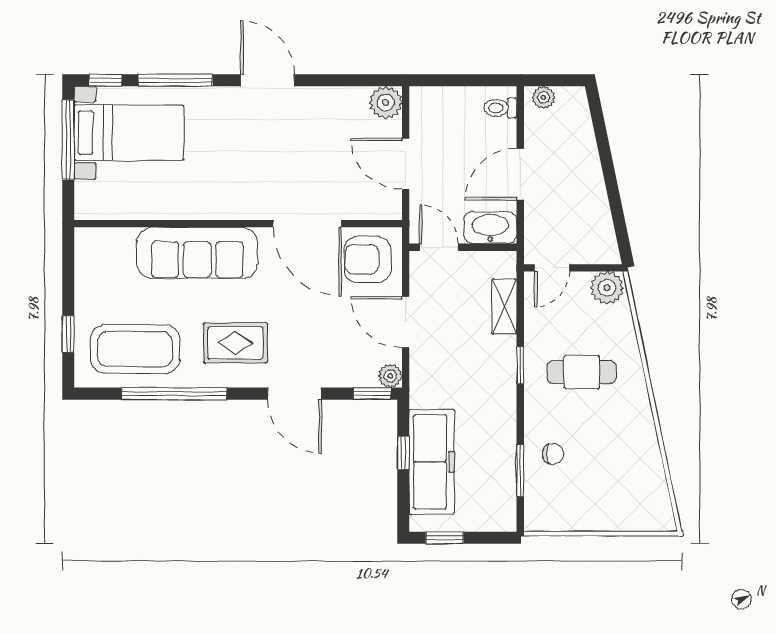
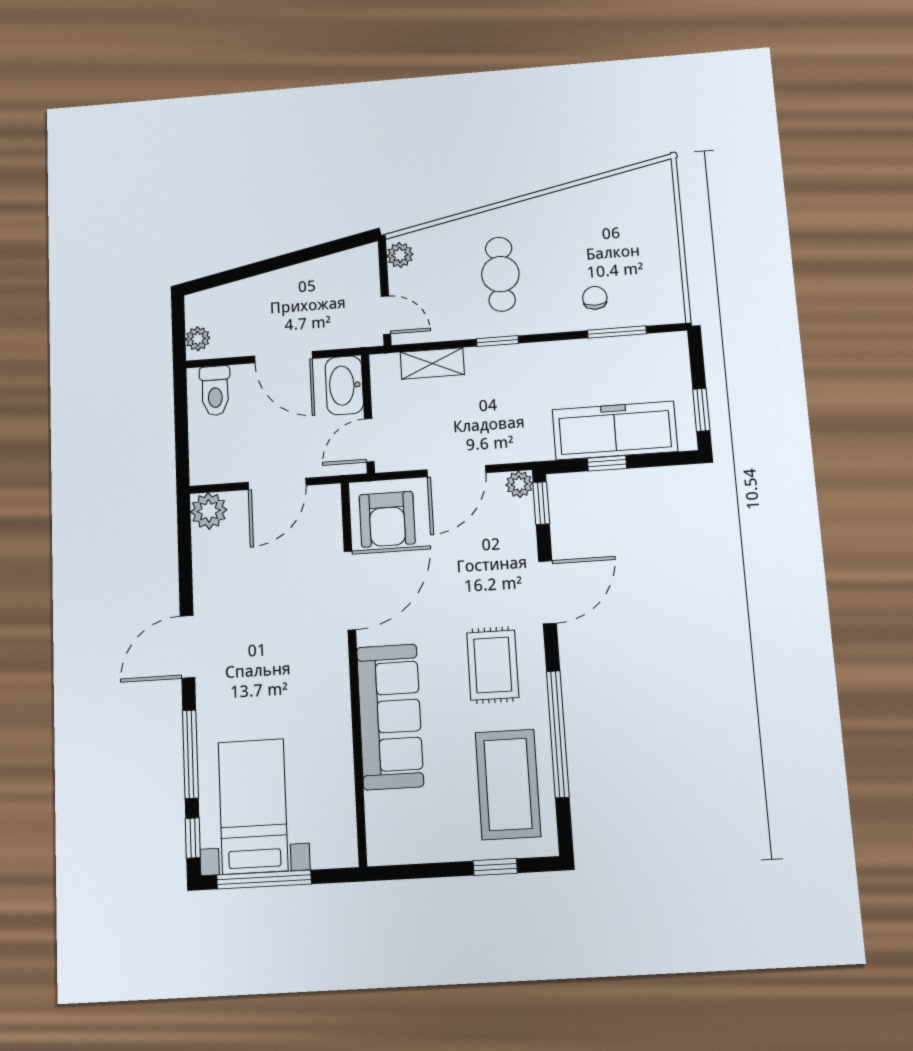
toilet: (500, 108) -> (215, 391), width x1.37, depth x1.39
plant: (607, 288) -> (400, 255), width x0.73, depth x0.73

